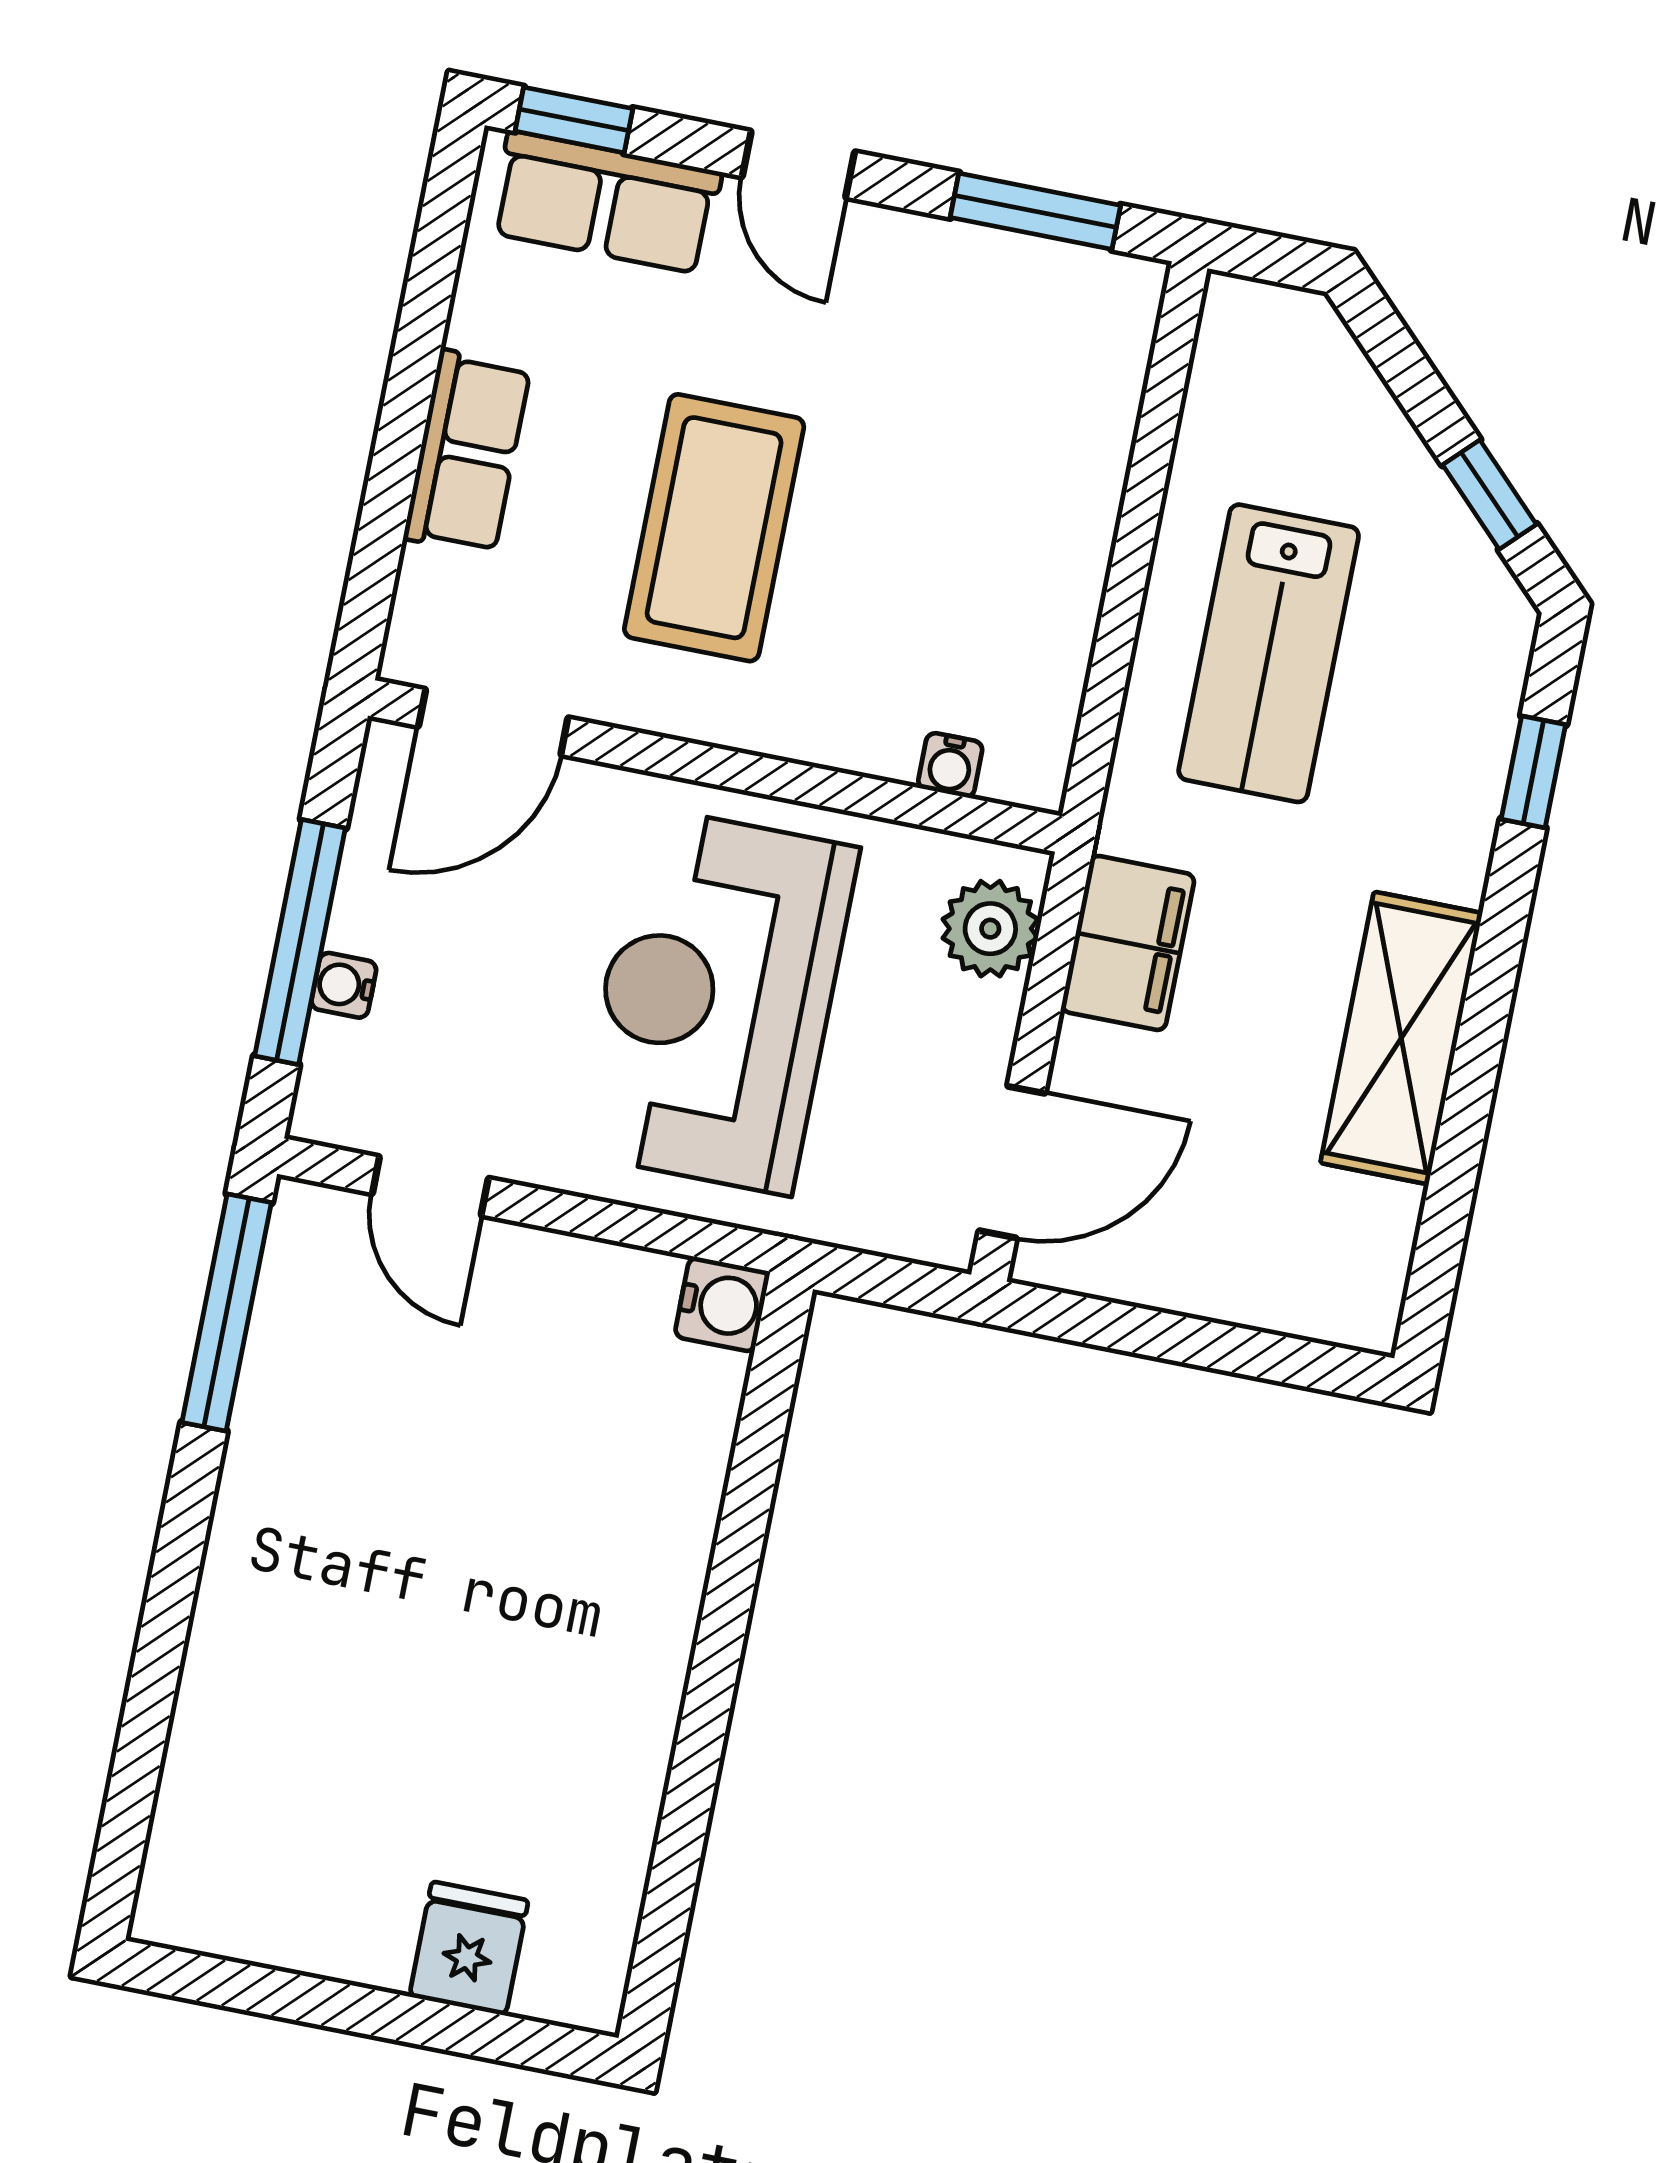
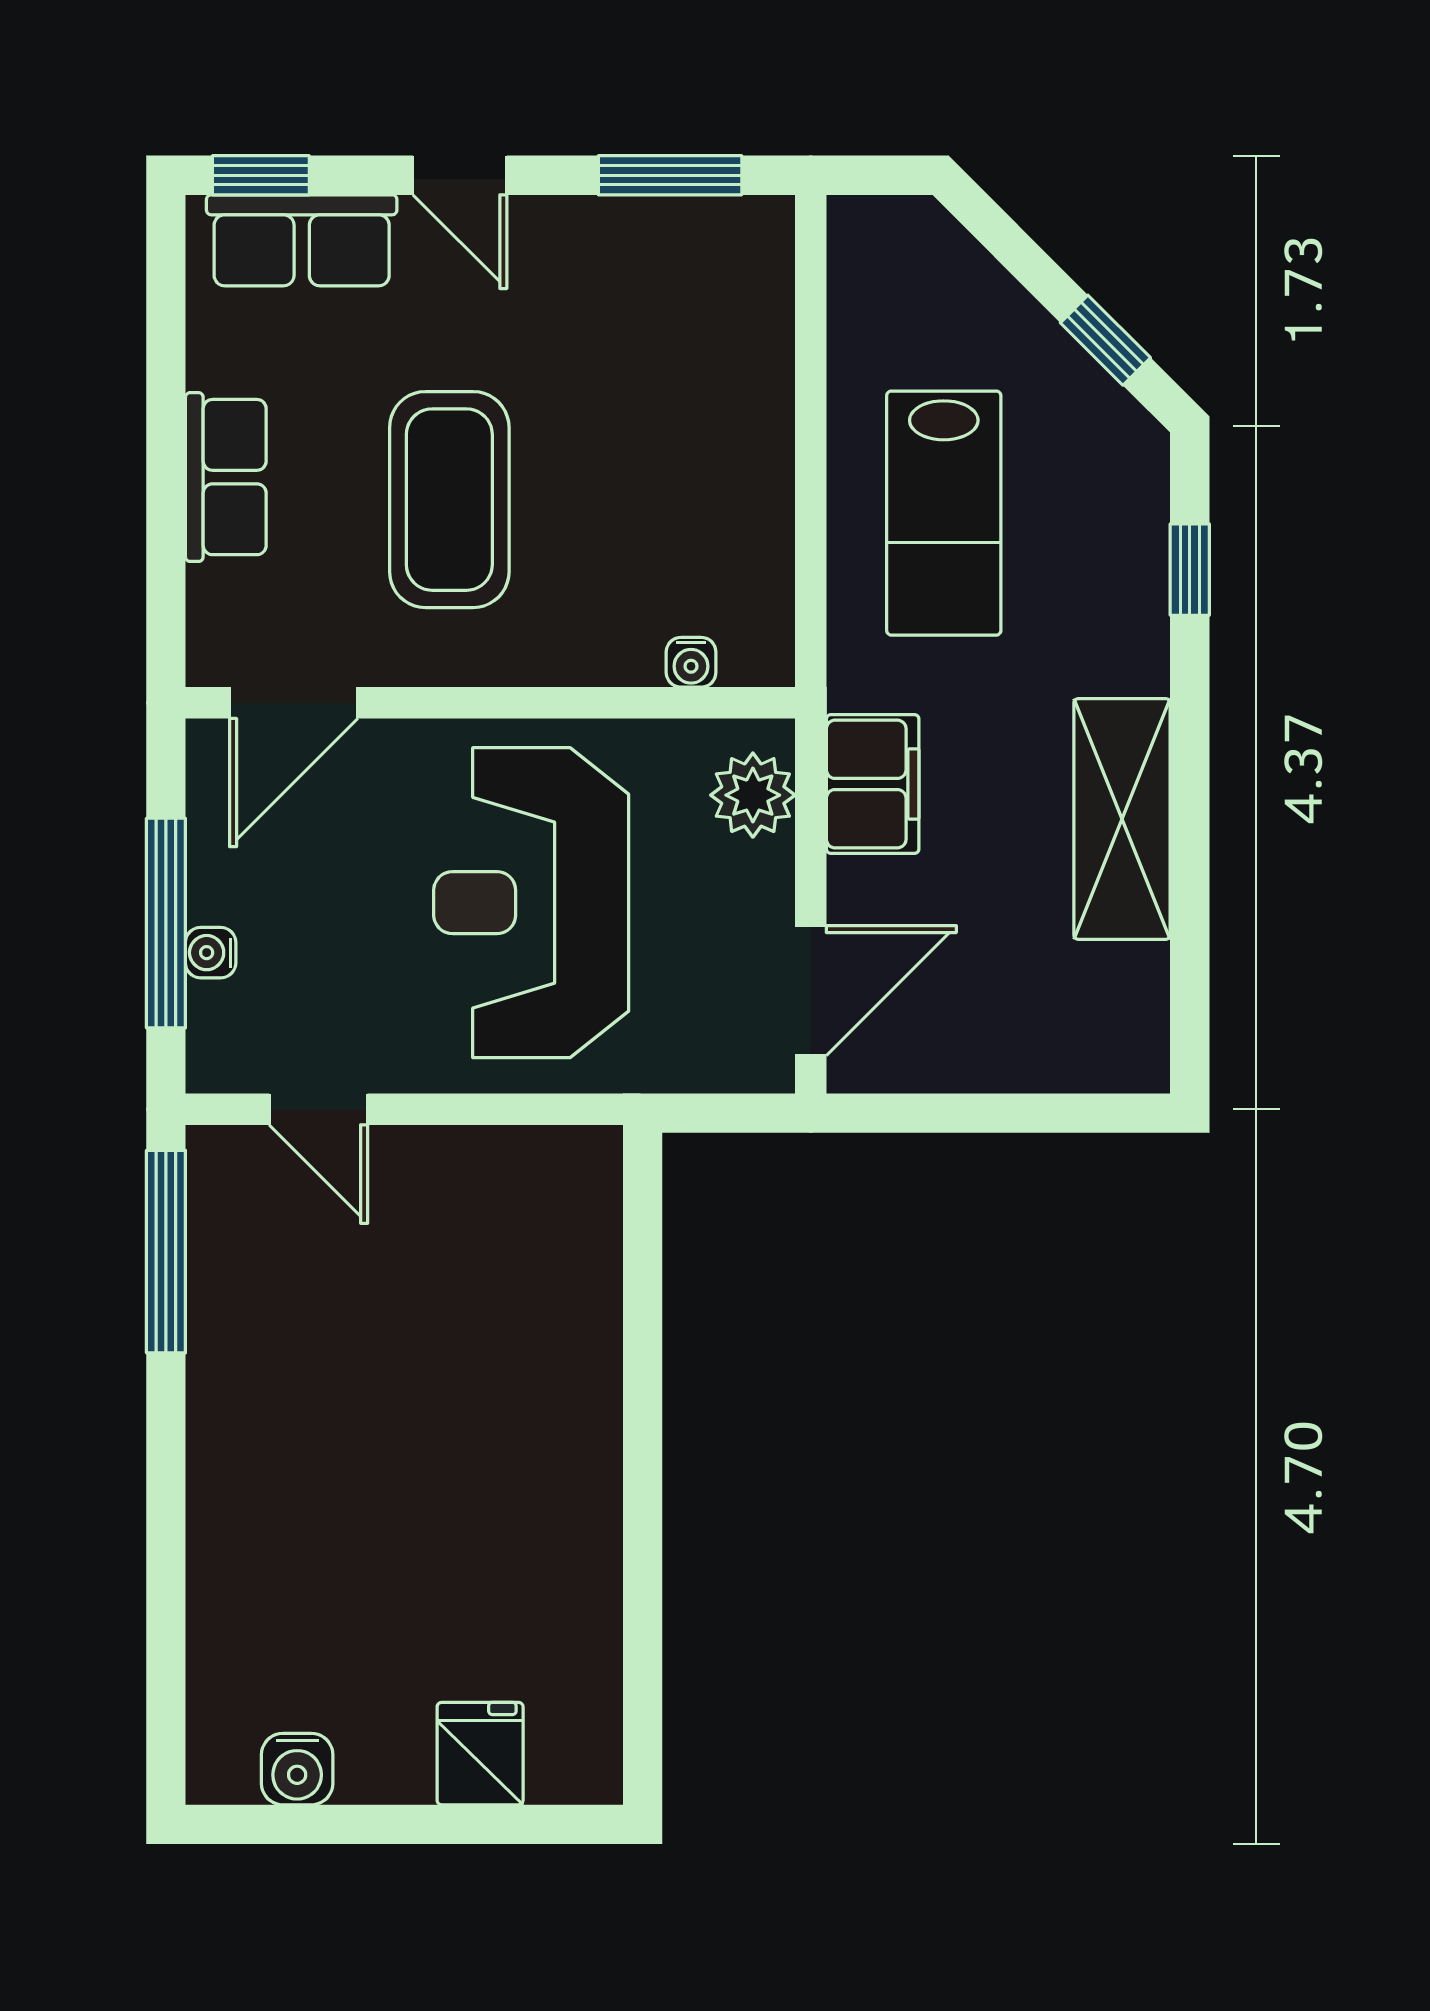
water cooler: (722, 1304) -> (297, 1769), moved, turned 90

